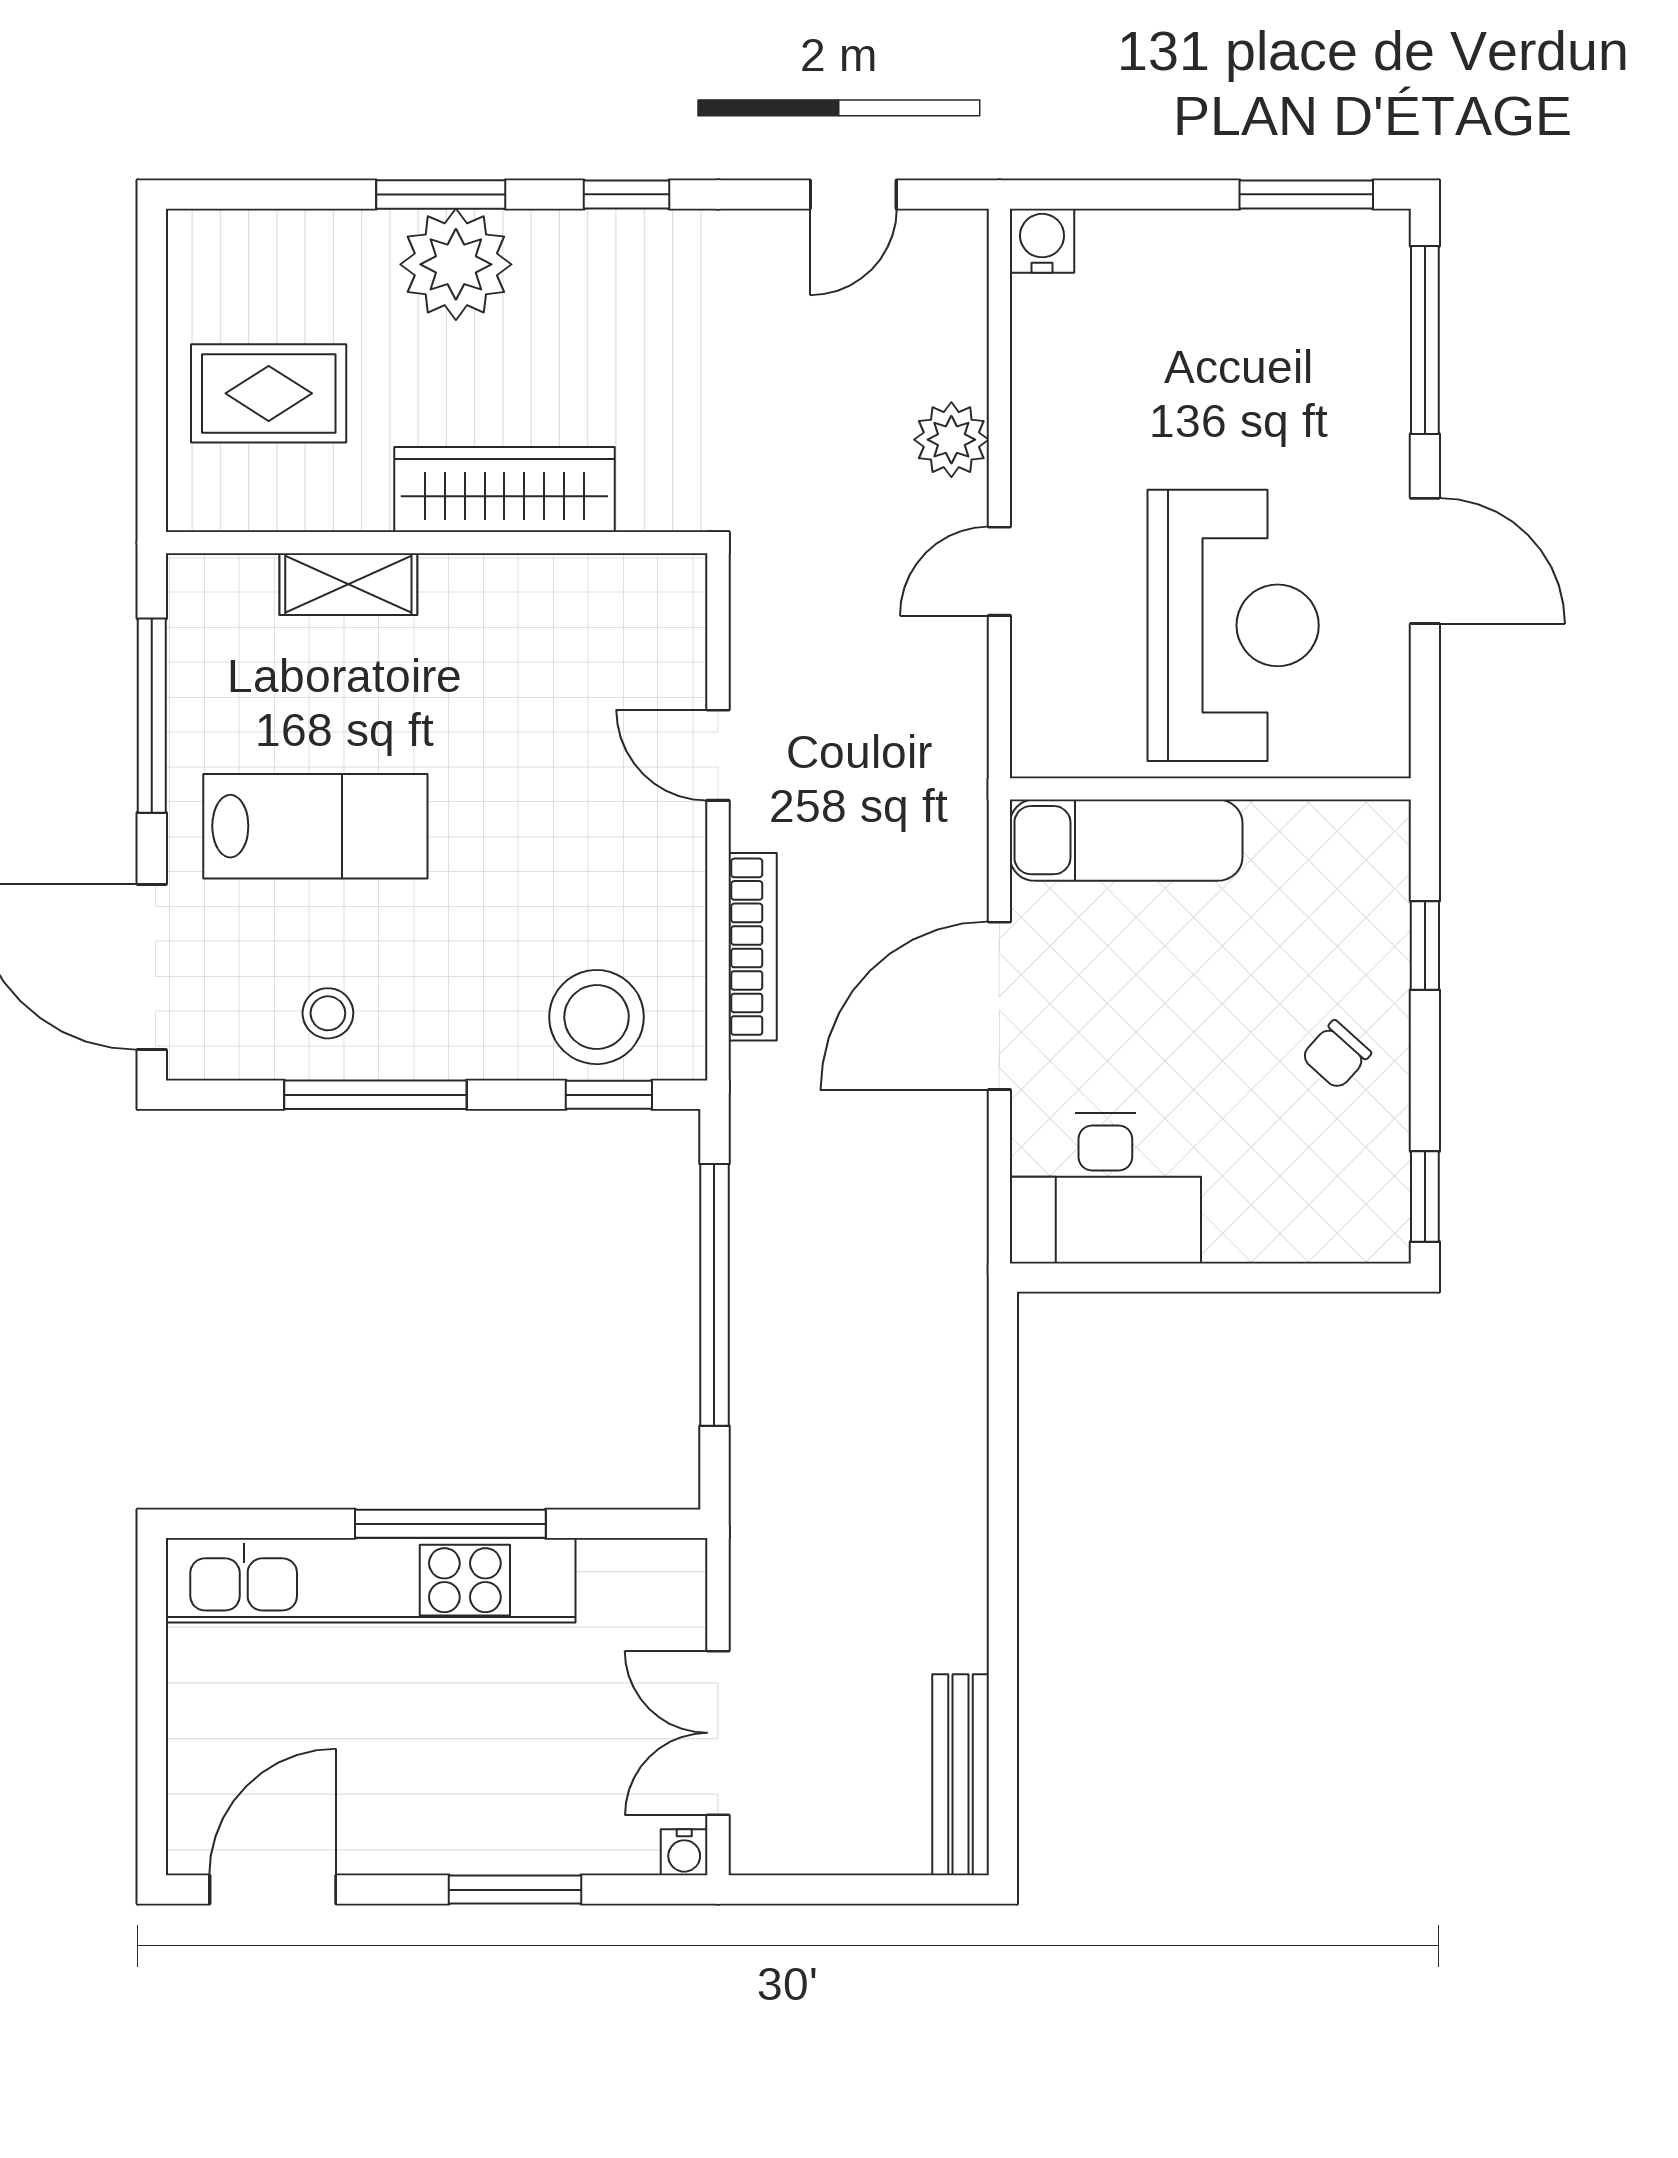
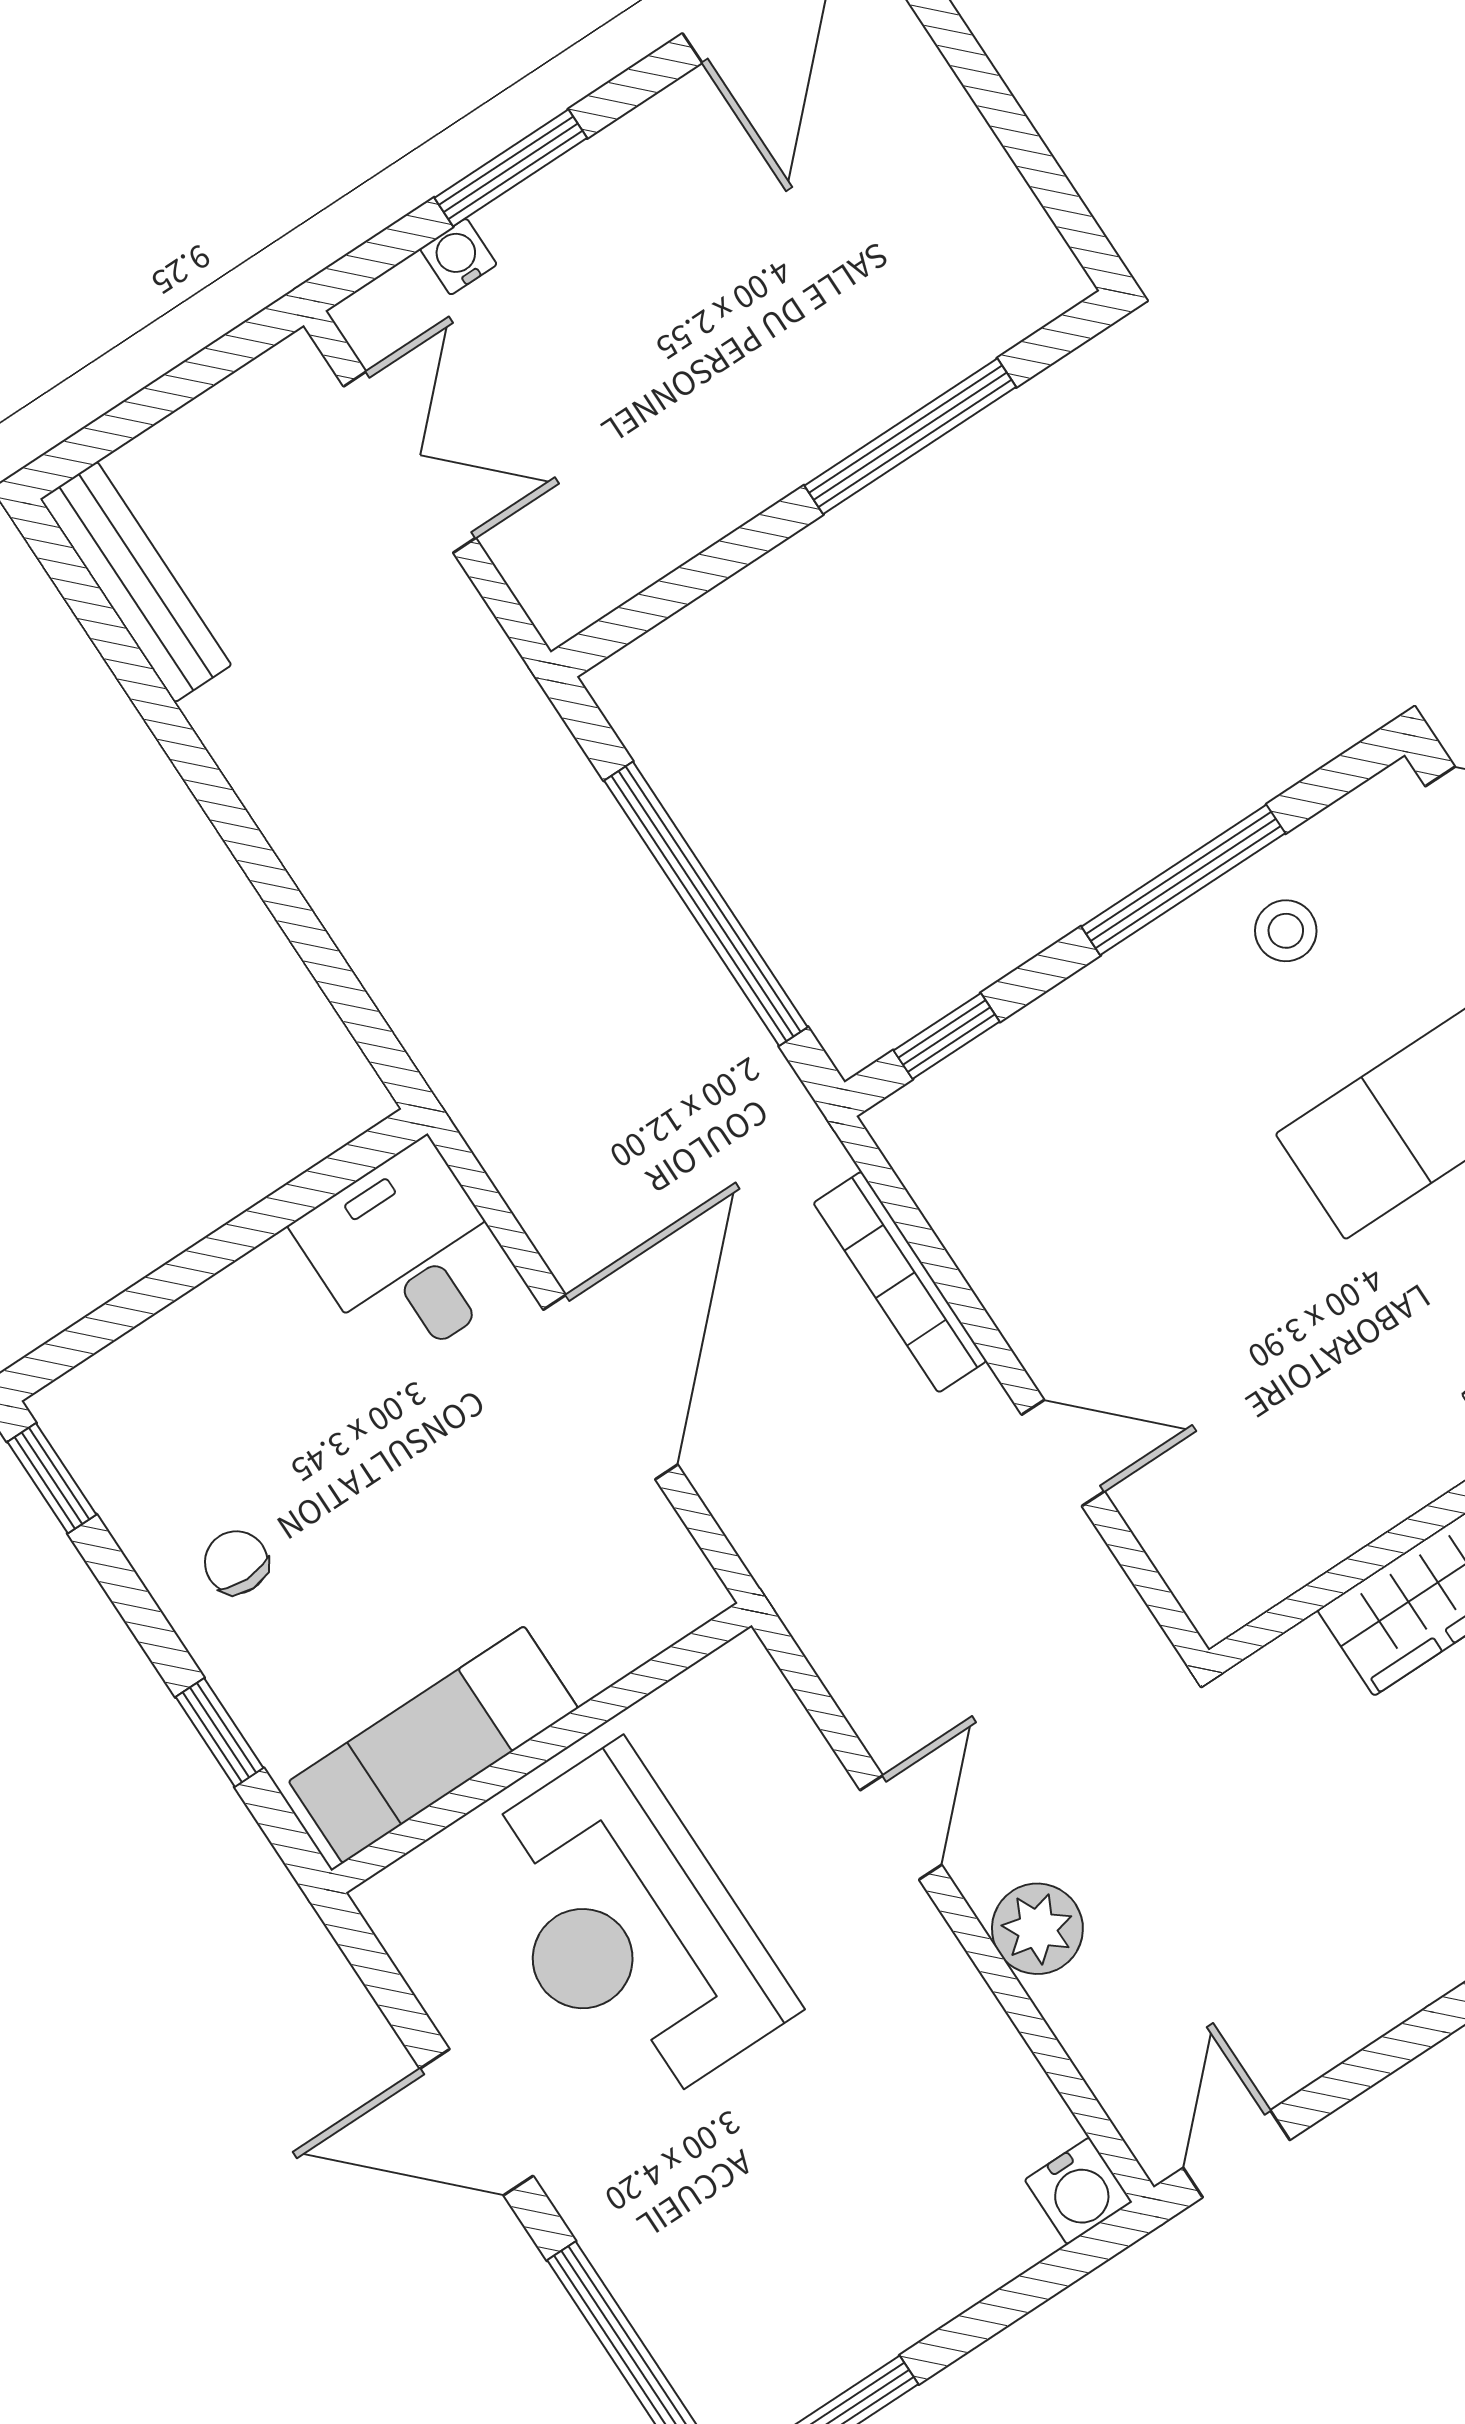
door: (853, 194) -> (1237, 2154), moved
exam couch: (1126, 840) -> (433, 1745), moved
stool: (597, 1017) -> (1011, 1106), removed
chair: (1336, 1055) -> (236, 1562), turned -42
desk: (1105, 1189) -> (407, 1255), width x0.73
window: (450, 1524) -> (910, 436), moved
kitchen unit: (371, 1580) -> (864, 385), removed
water cooler: (684, 1852) -> (458, 257), moved

